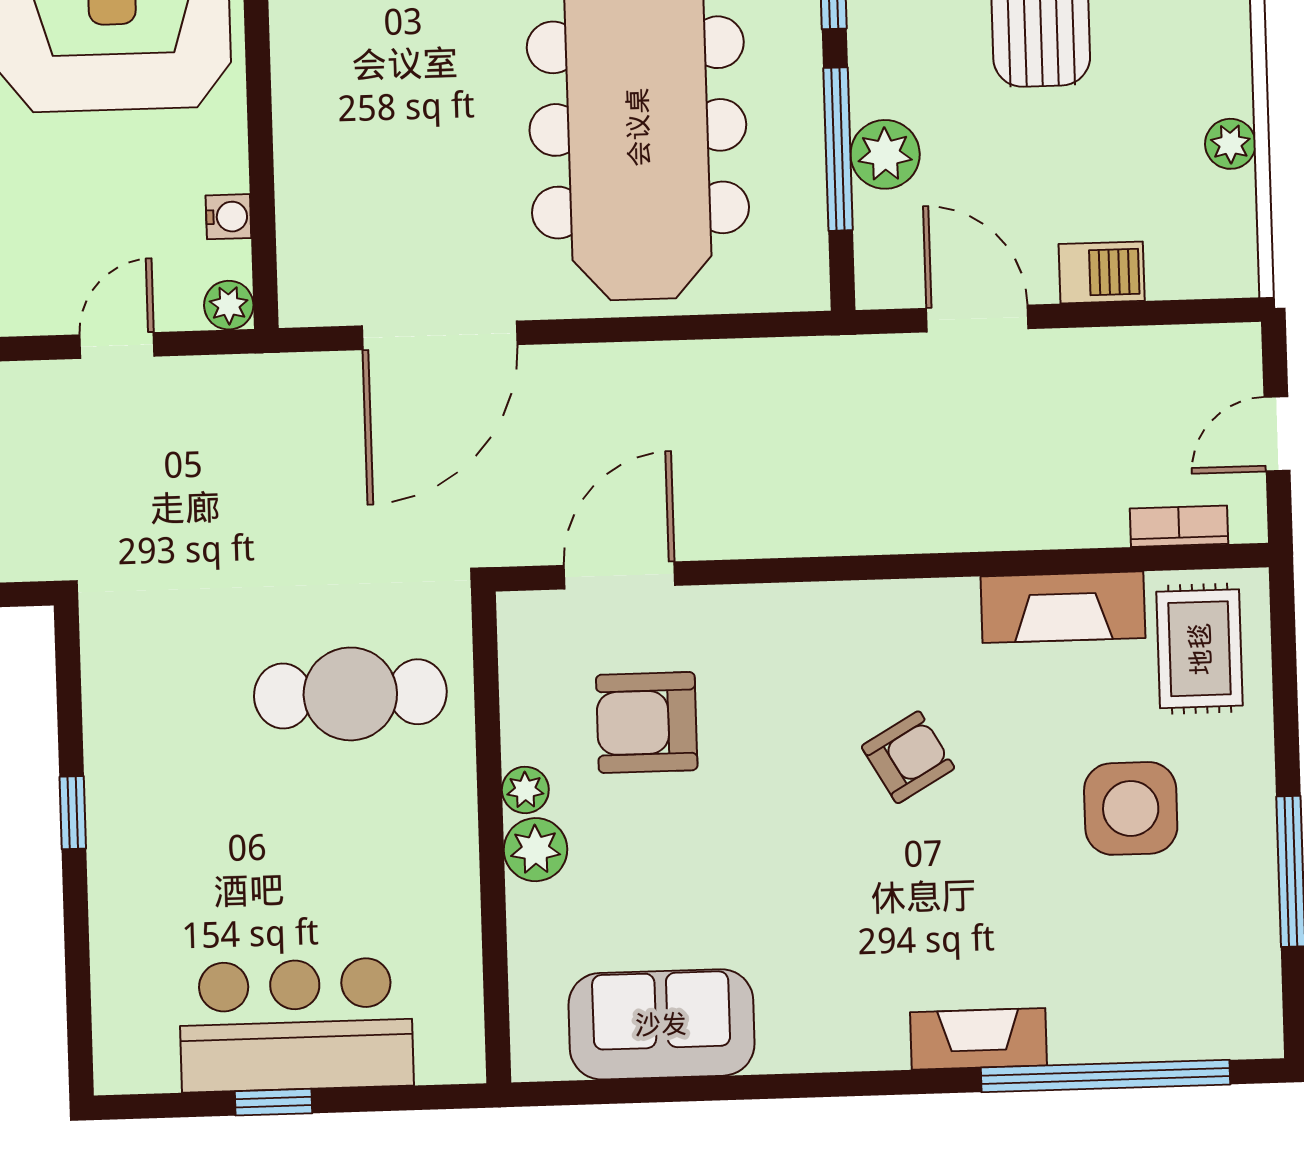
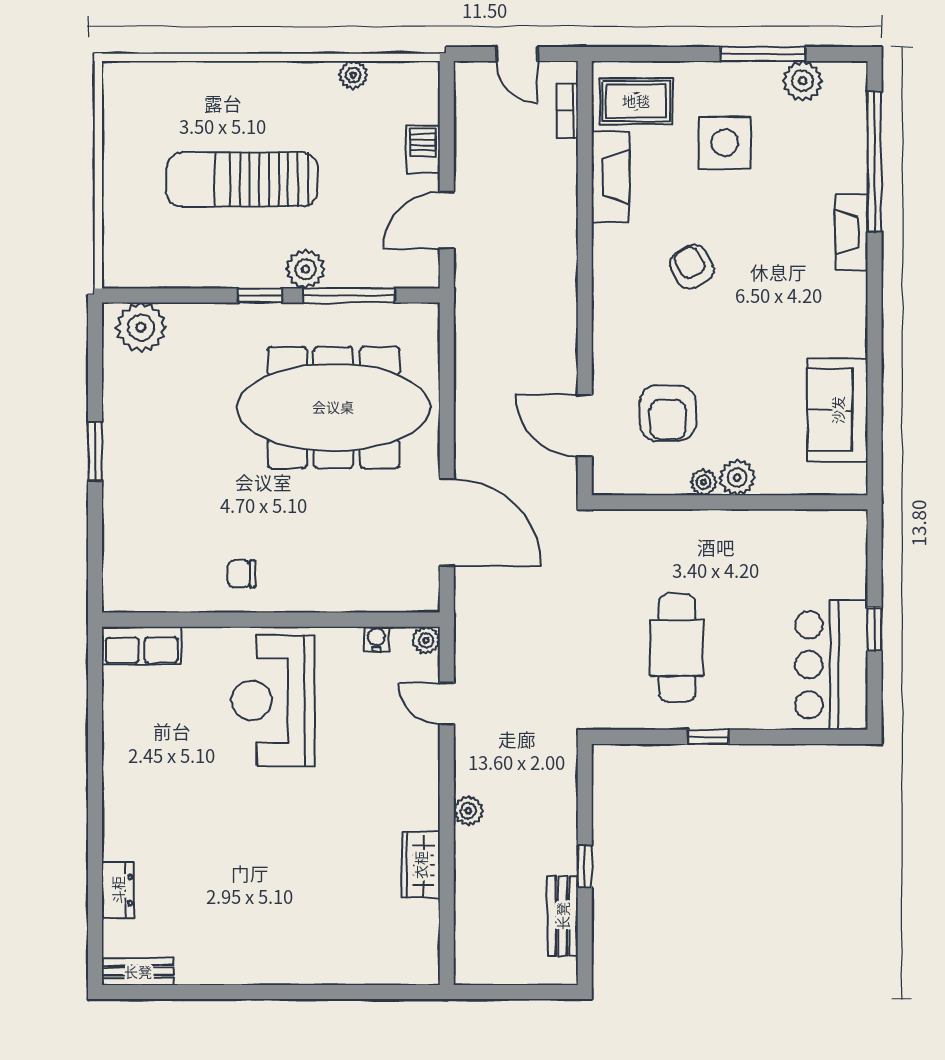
plant: (885, 154) -> (306, 269), moved
cafe table: (350, 694) -> (677, 648), moved
plant: (1245, 944) -> (803, 81), added
bar counter: (296, 1025) -> (831, 665), moved

